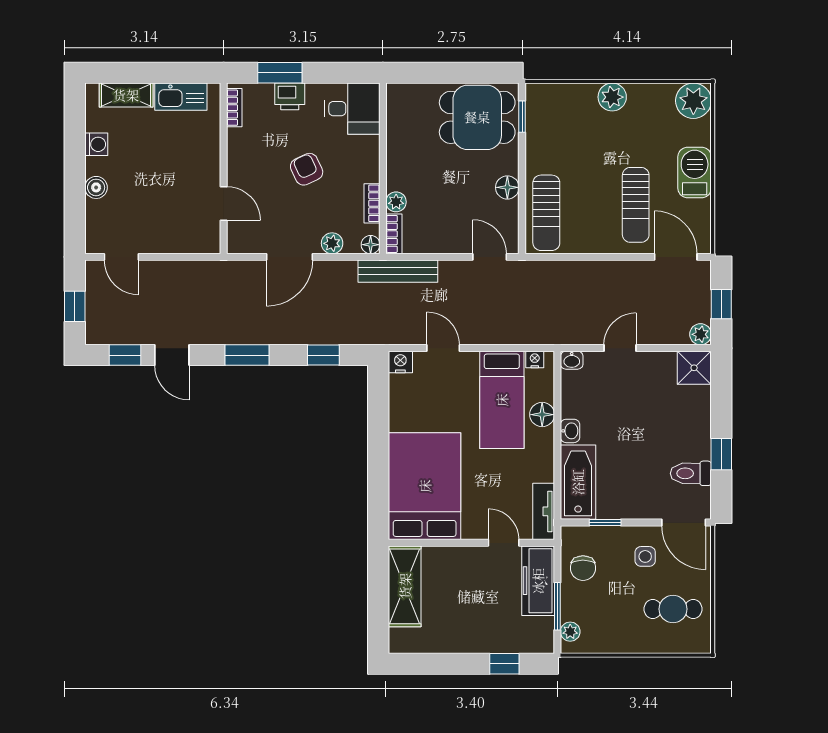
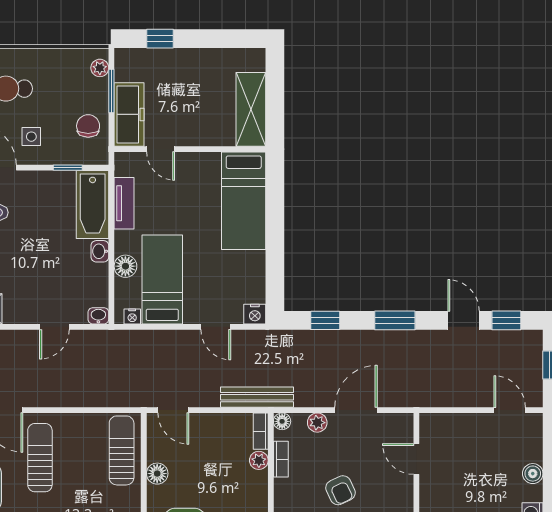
bed: (425, 486) -> (244, 201), width x0.67
tv unit: (544, 511) -> (124, 203), moved

